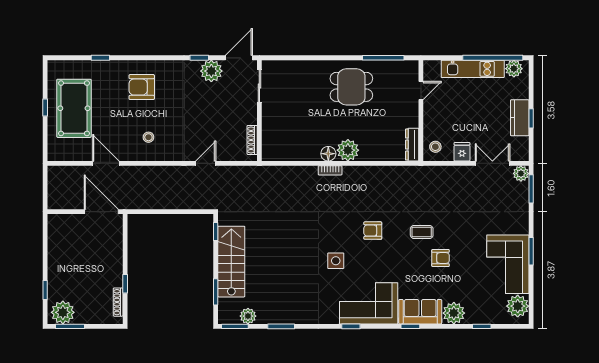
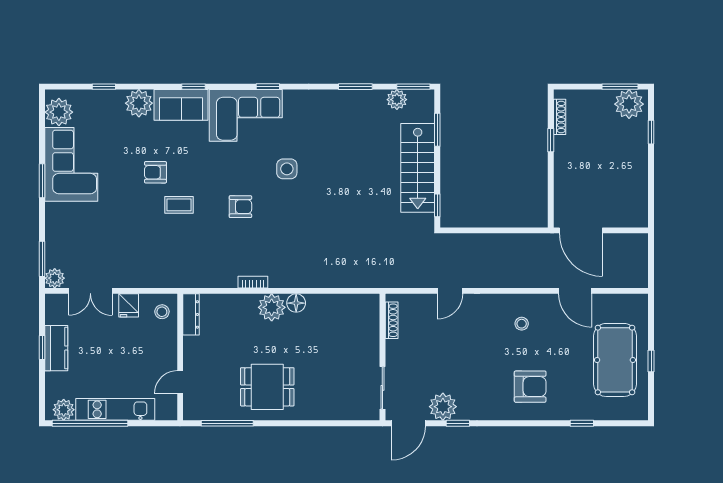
bookcase: (330, 170) -> (253, 282), moved

